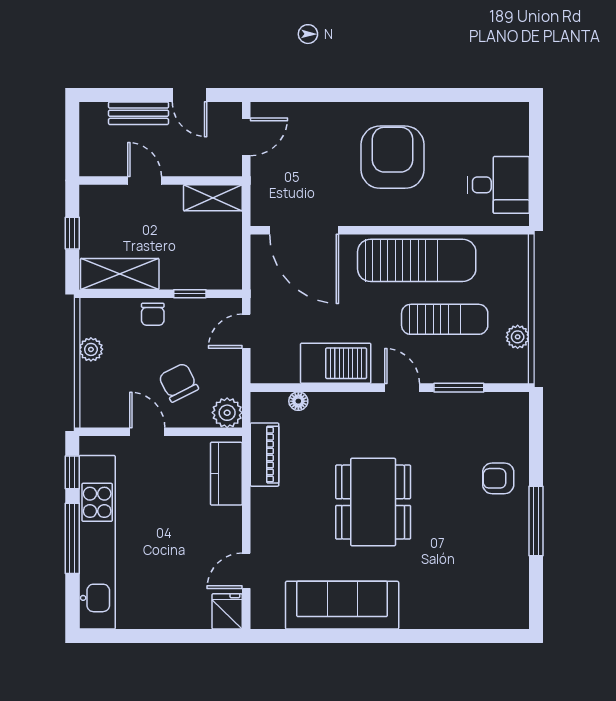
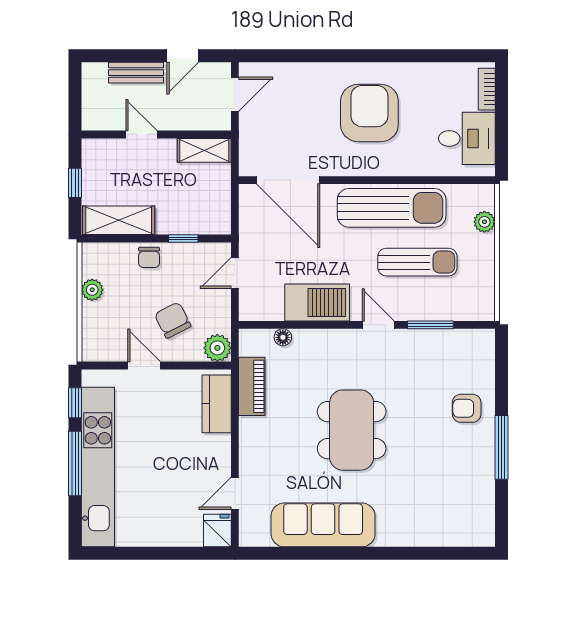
door: (189, 95) -> (183, 56), hinge flipped
bookcase: (520, 131) -> (487, 89), added
plant: (518, 337) -> (484, 222), moved

